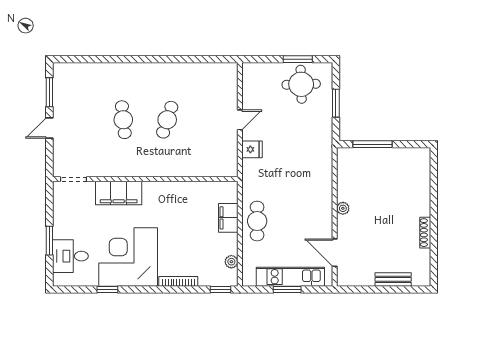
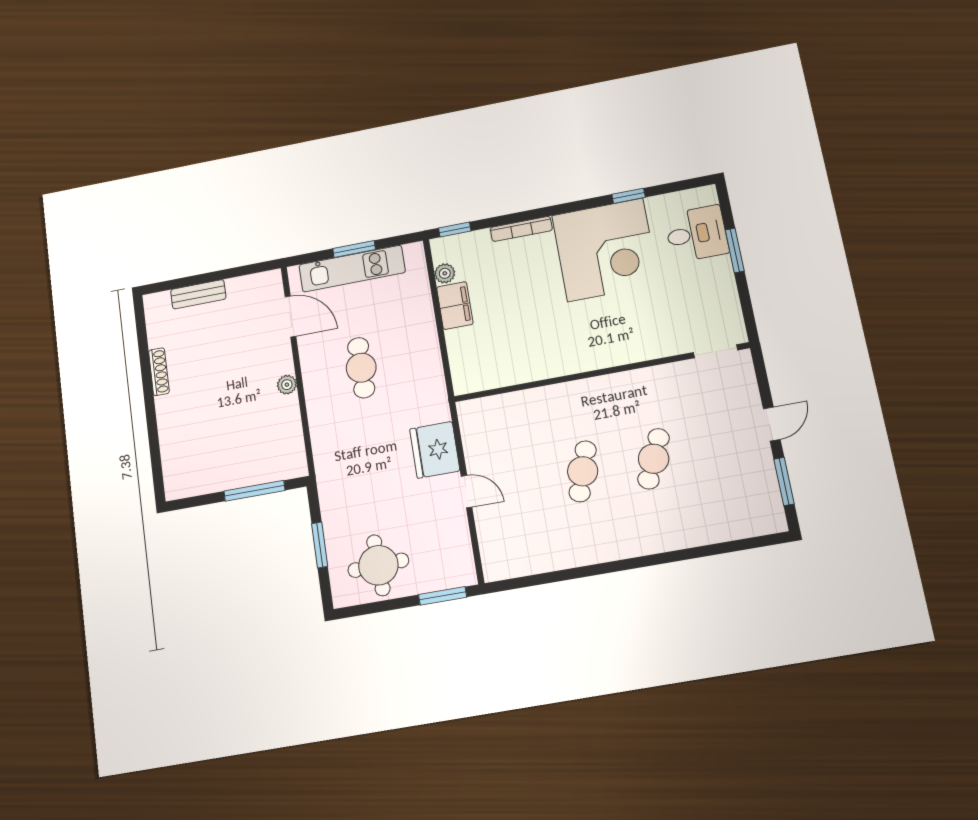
window: (298, 59) -> (443, 596), moved
cafe table: (123, 120) -> (654, 459), turned 30
door: (240, 120) -> (467, 492), swing flipped
fridge: (252, 149) -> (435, 450), width x1.88, depth x1.34
filing cabinet: (119, 193) -> (639, 343), removed
filing cabinet: (228, 218) -> (455, 306), moved
cafe table: (257, 221) -> (361, 368), moved

